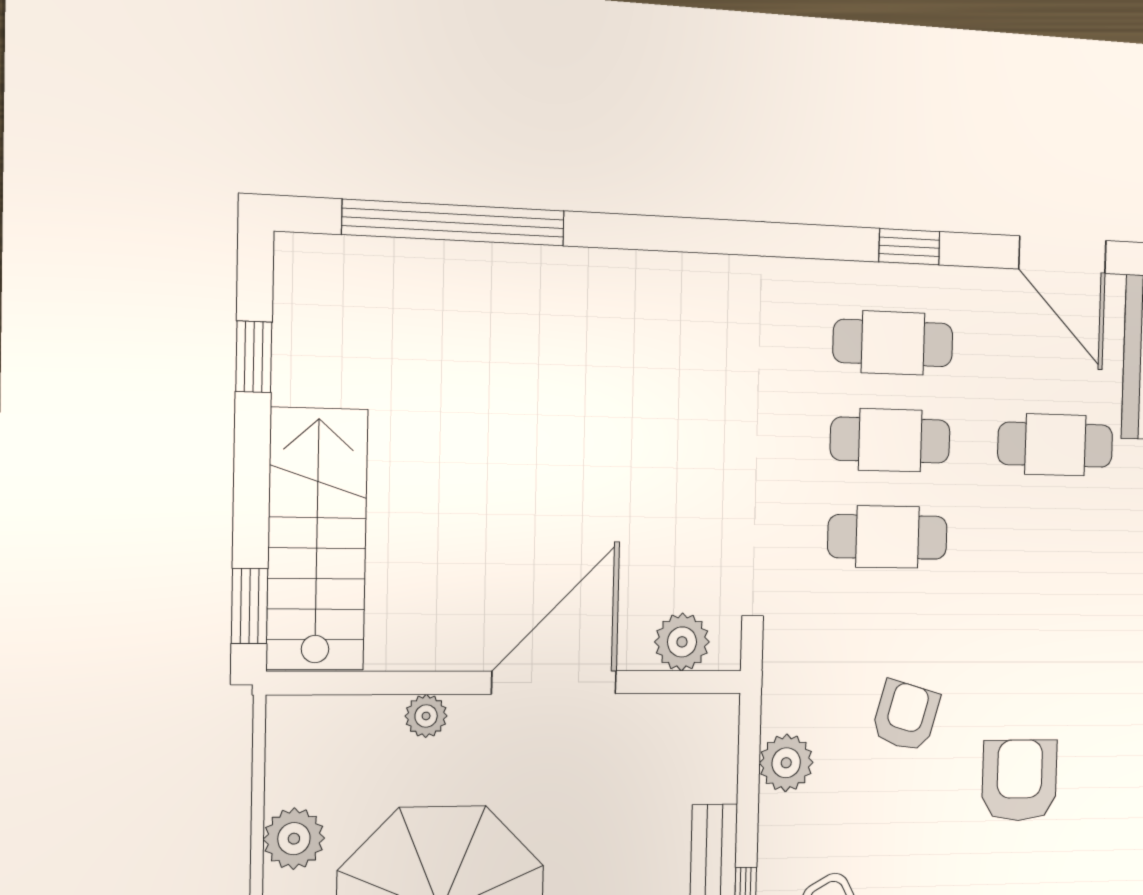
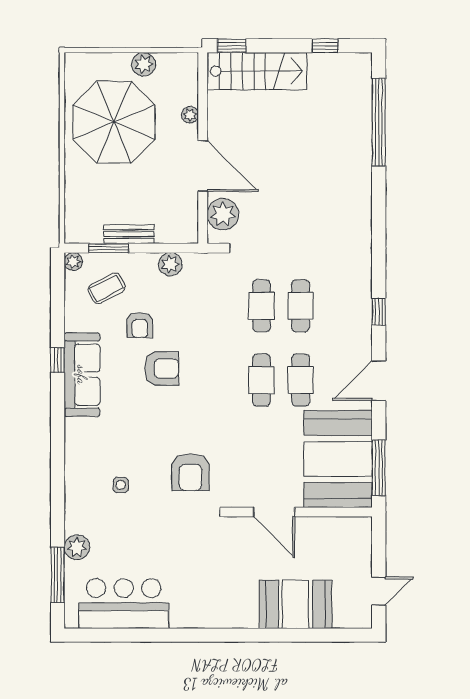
cafe table: (893, 343) -> (261, 380), moved
plant: (682, 642) -> (223, 214), width x1.36, depth x1.36
armchair: (906, 716) -> (140, 325), moved, turned 74

